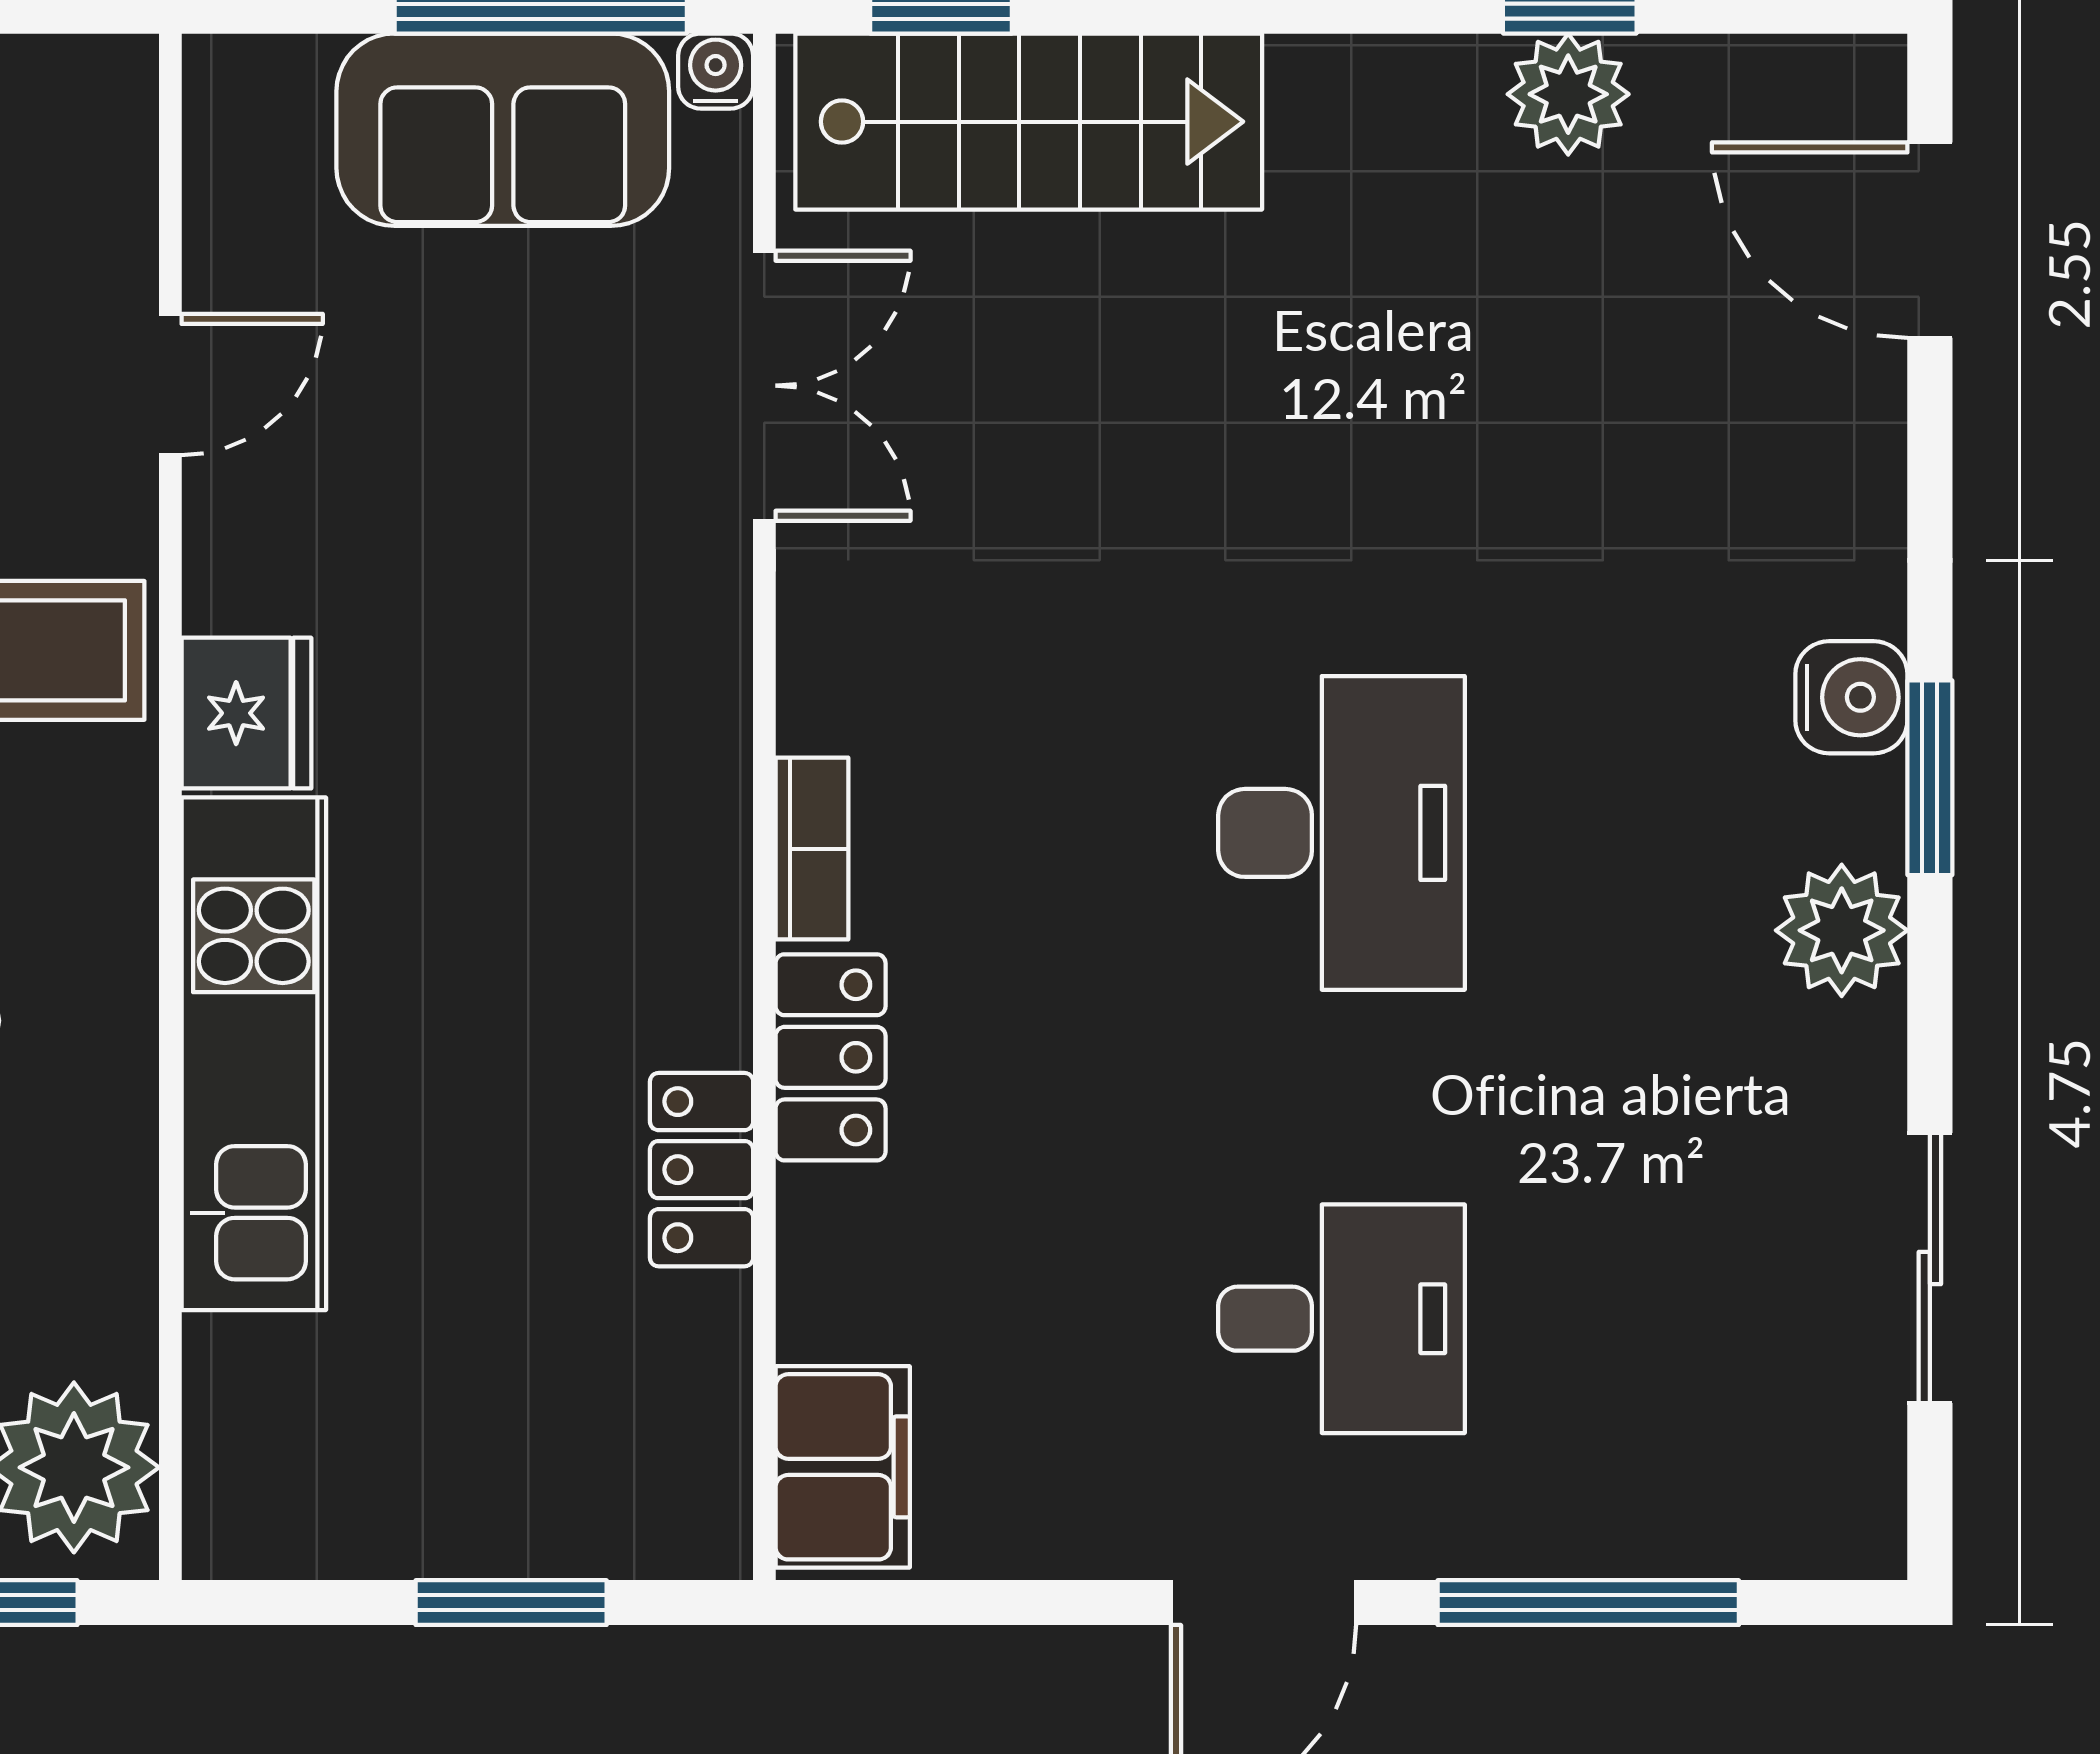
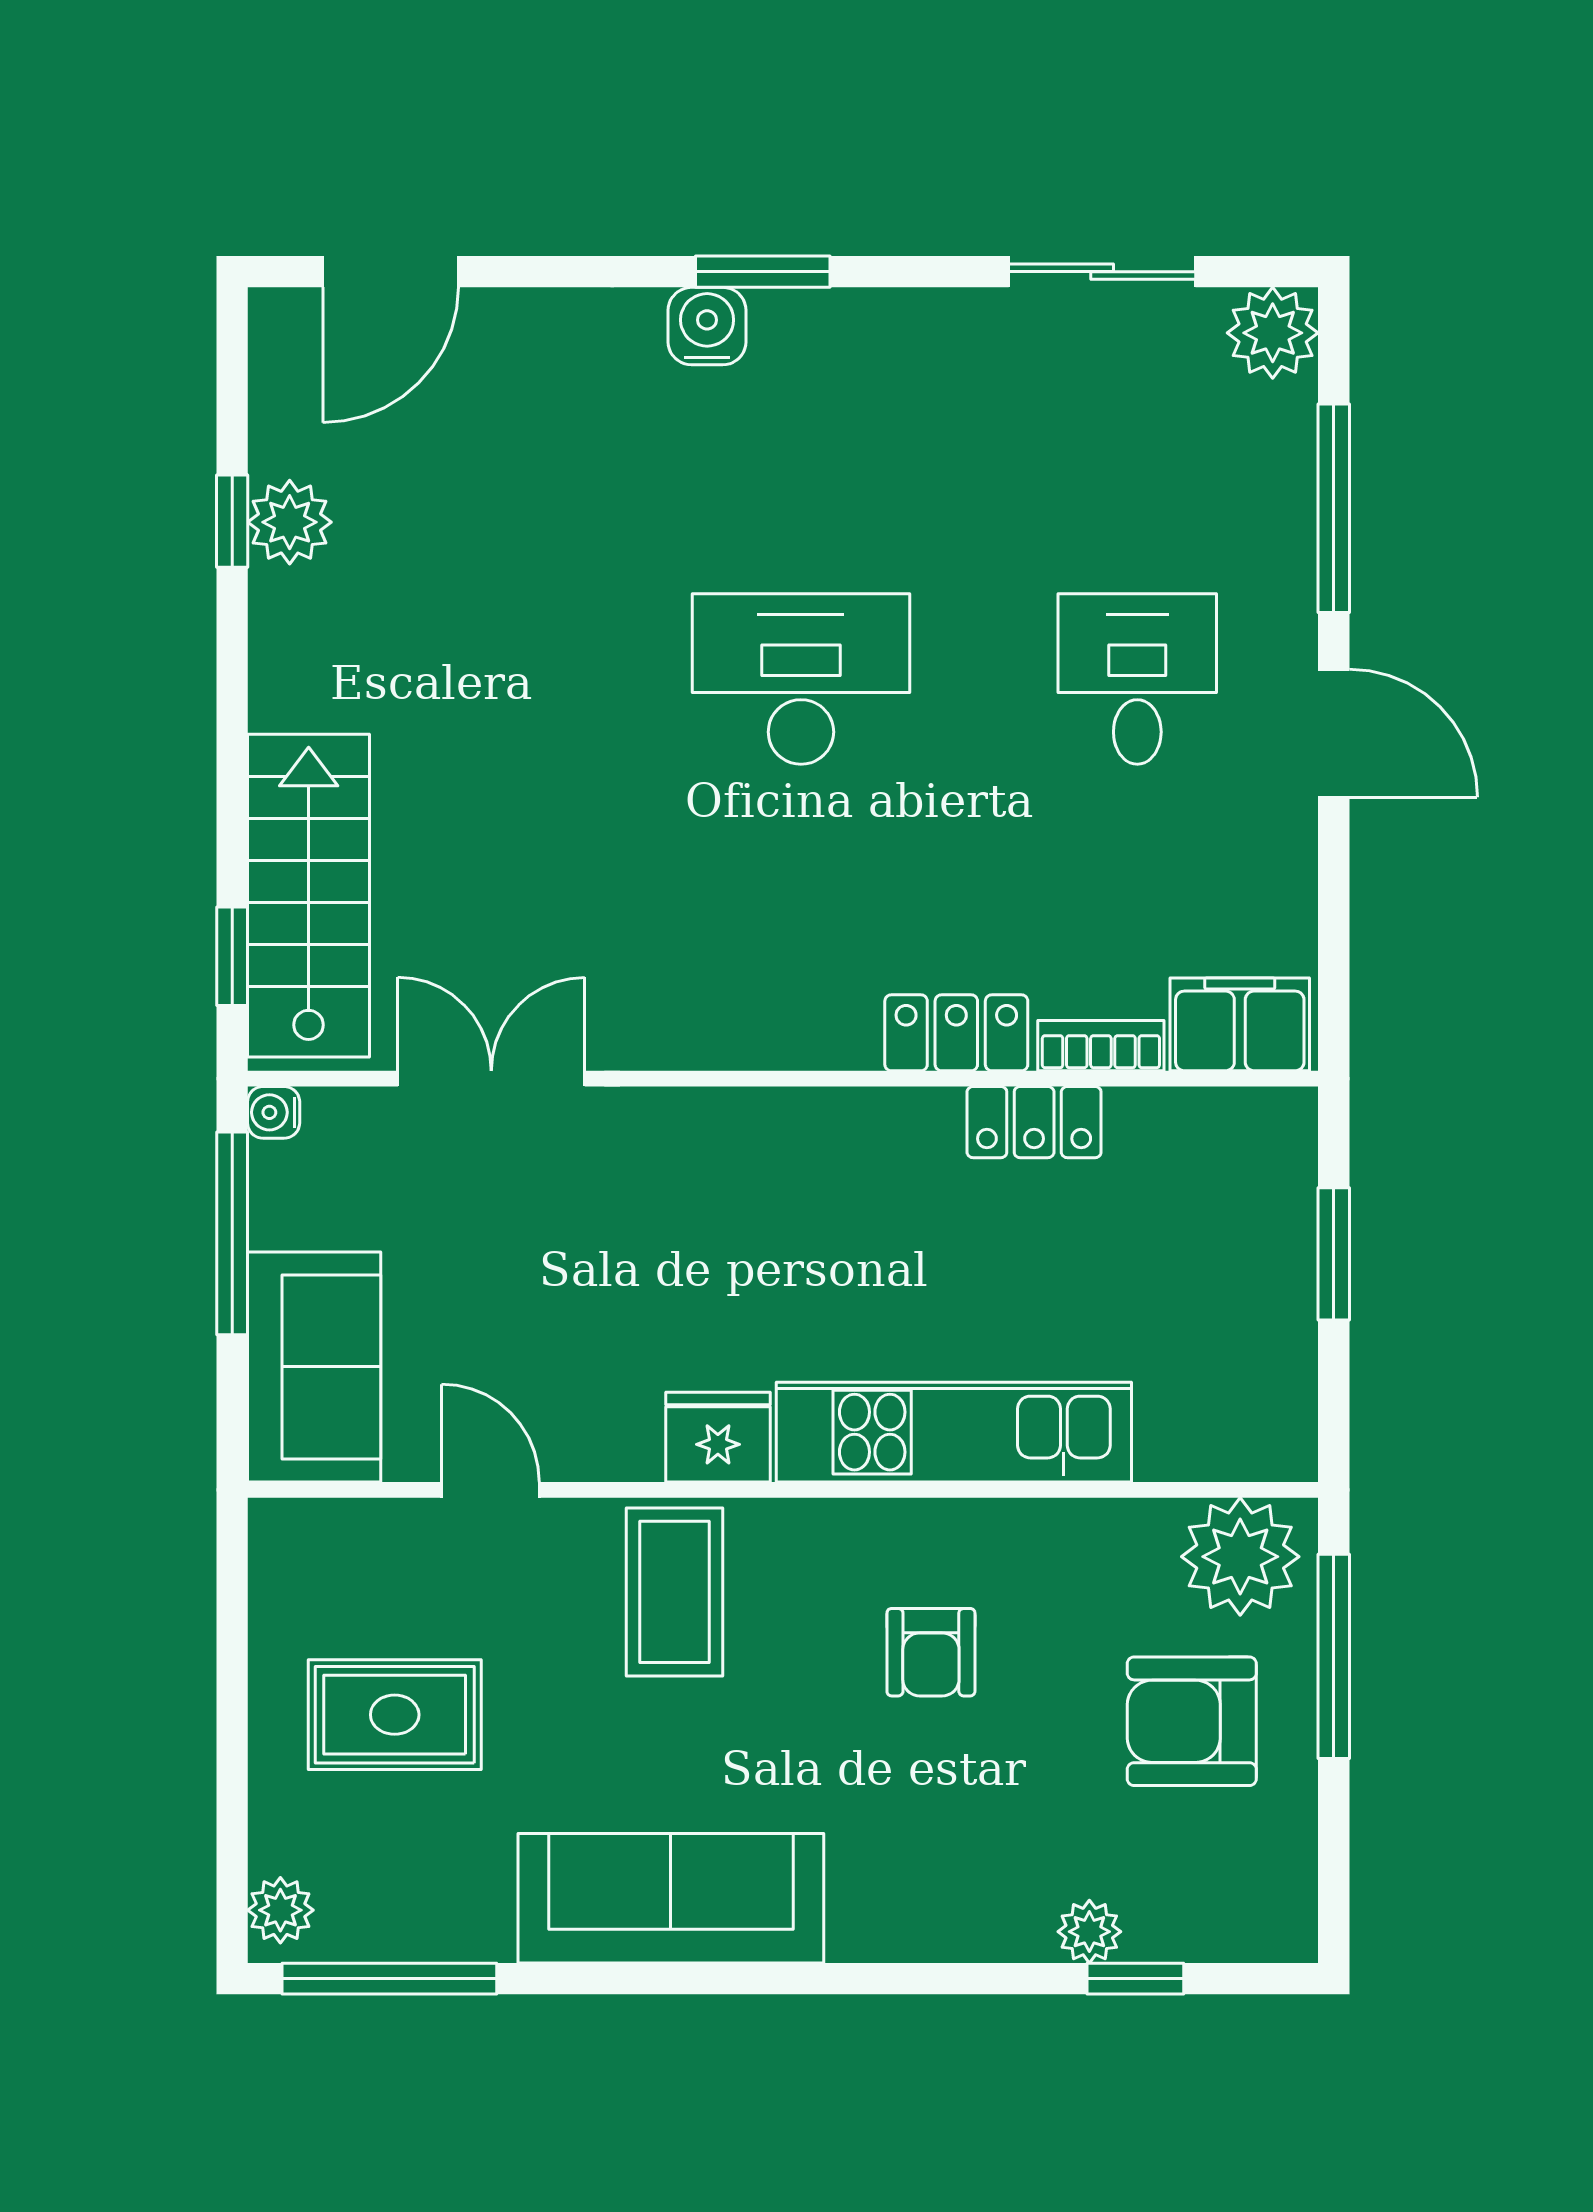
sofa: (503, 130) -> (314, 1367), moved
bookcase: (812, 849) -> (1101, 1046), moved
plant: (1842, 930) -> (1273, 333), moved

